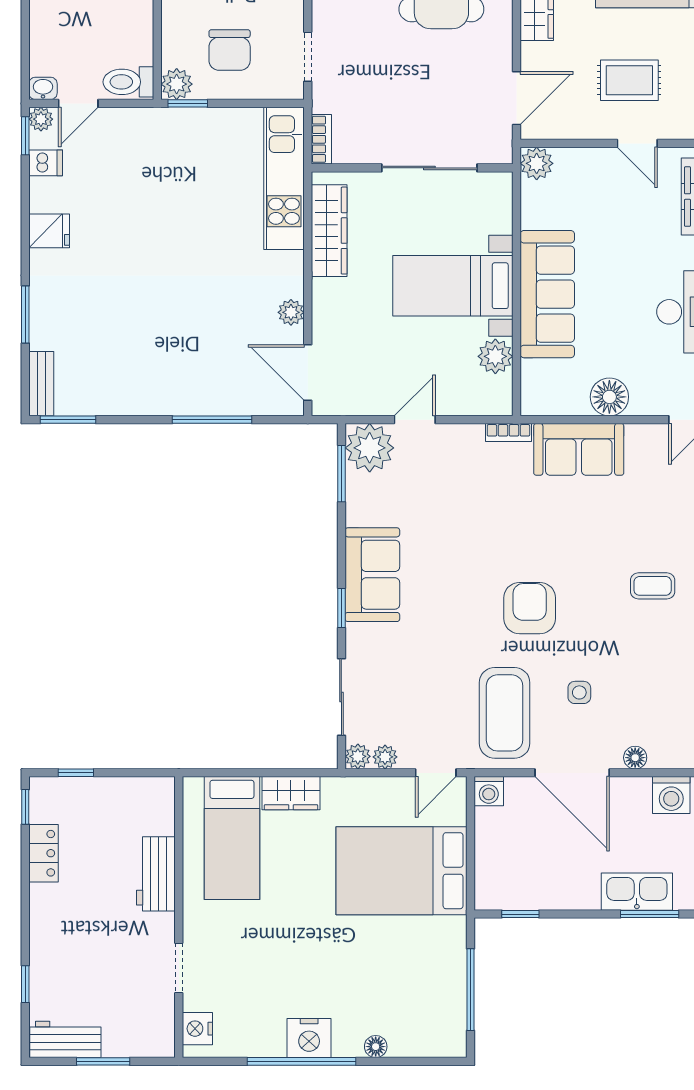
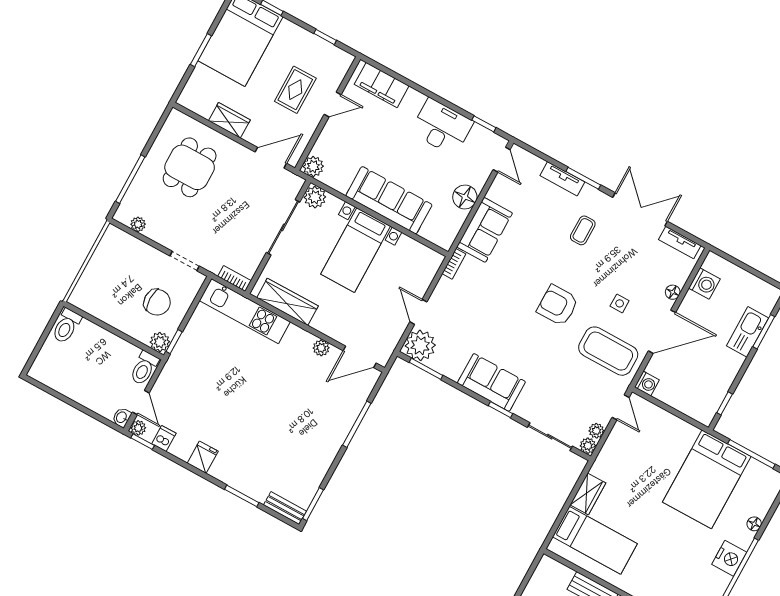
door: (516, 98) -> (271, 158), hinge flipped
plant: (495, 356) -> (315, 197), moved
bed: (401, 871) -> (707, 479), moved

